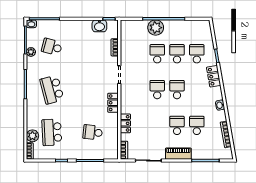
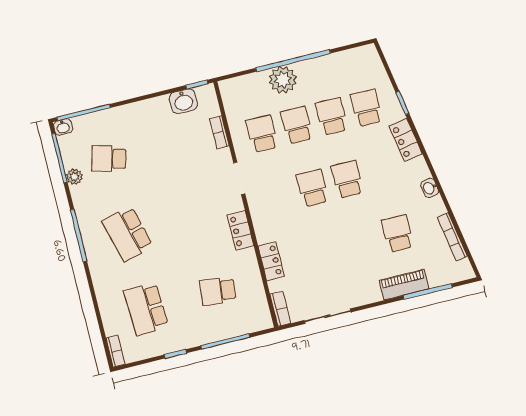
school desk: (177, 125) -> (262, 134), moved
plant: (32, 136) -> (114, 323), removed
piano: (178, 154) -> (404, 285), moved

